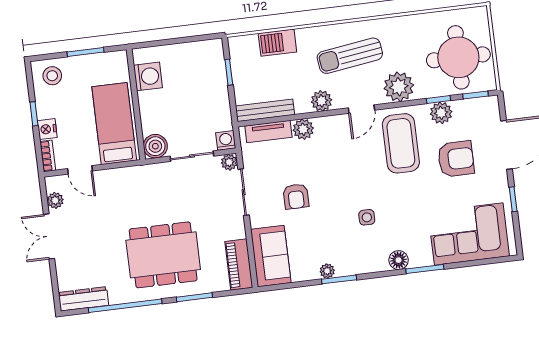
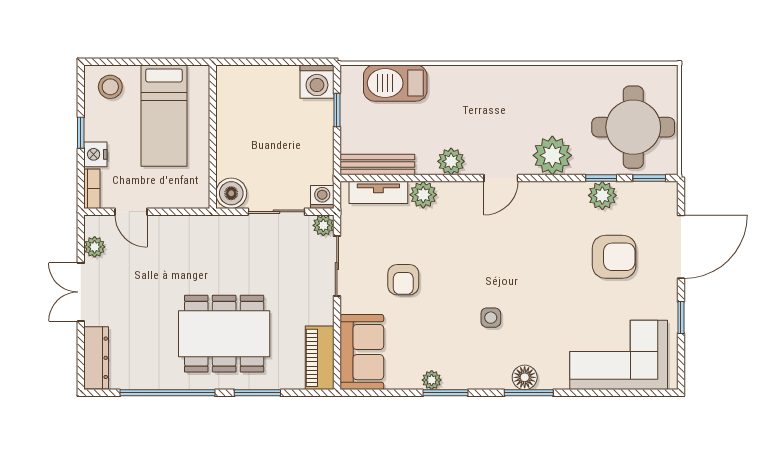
barbecue: (277, 43) -> (395, 83), width x1.37, depth x1.21
window: (86, 52) -> (157, 62), removed
sun lounger: (350, 56) -> (494, 108), removed
washing machine: (148, 76) -> (317, 82), moved, turned 90
bed: (114, 124) -> (164, 116), moved, turned 180
coffee table: (401, 143) -> (546, 228), removed
window: (425, 269) -> (529, 393), moved
dresser: (83, 299) -> (96, 358), moved, turned 90

